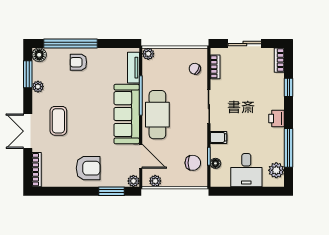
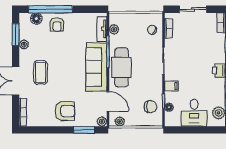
plant: (148, 54) -> (114, 29), moved
floor lamp: (39, 55) -> (36, 19), moved
armchair: (78, 62) -> (57, 25), turned -90

